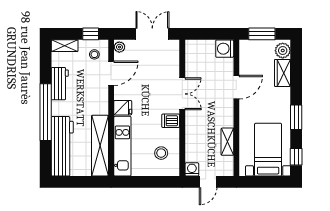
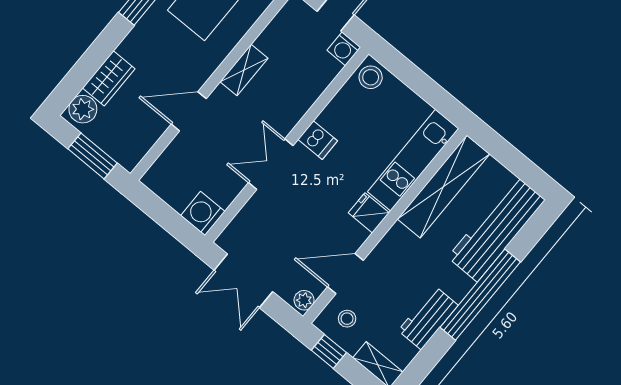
washing machine: (225, 49) -> (203, 213), moved, turned 180
shelving: (227, 142) -> (244, 70), moved
stool: (161, 153) -> (371, 77), moved

